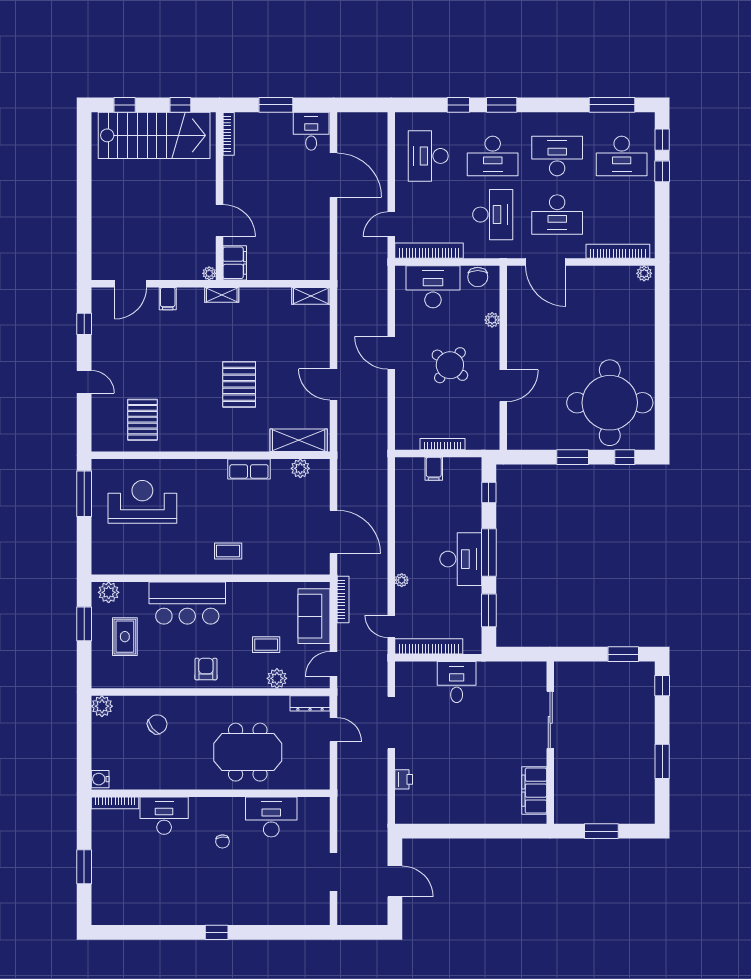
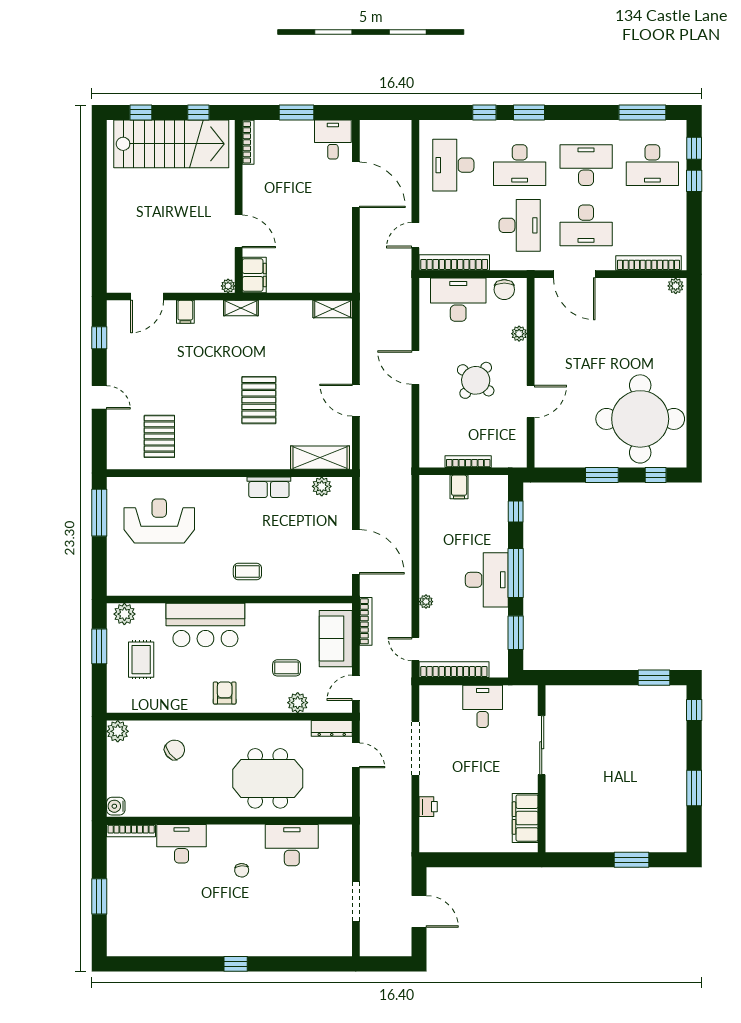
sliding door: (550, 720) -> (542, 745), moved
wall: (550, 743) -> (542, 769), moved
filing cabinet: (534, 791) -> (525, 818), moved

